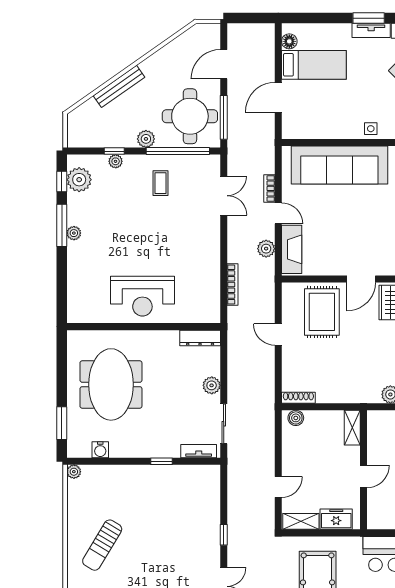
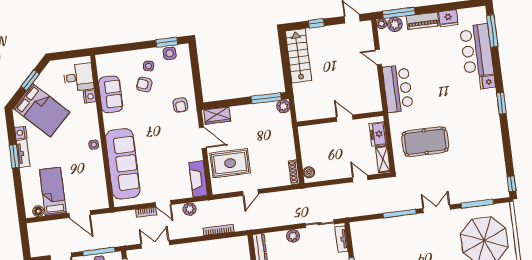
door: (278, 213) -> (163, 204), swing flipped
fireplace: (292, 249) -> (198, 179), moved, turned -90
shelving: (352, 428) -> (311, 131), removed
window: (224, 535) -> (400, 214), width x2.17

